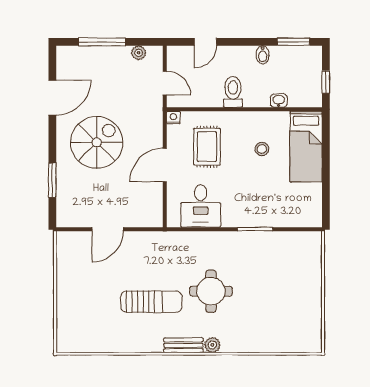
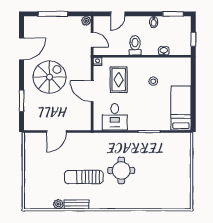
plant: (139, 53) -> (86, 21), moved
bed: (306, 147) -> (181, 108), moved, turned 180
door: (165, 165) -> (92, 91), hinge flipped
sun lounger: (151, 302) -> (84, 177), turned 180
bench: (183, 345) -> (77, 204), moved
plant: (212, 345) -> (58, 204), moved

